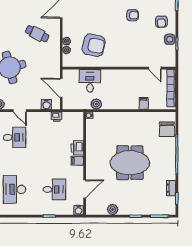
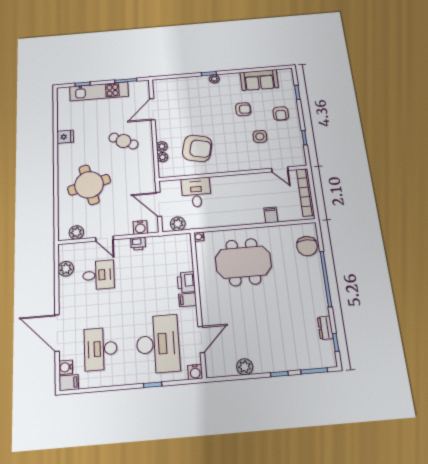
side table: (170, 39) -> (260, 137), moved
plant: (96, 104) -> (178, 224), moved
printer: (57, 117) -> (138, 244), moved
meeting table: (130, 163) -> (243, 262), moved
desk: (54, 189) -> (158, 344), width x1.87, depth x1.30

